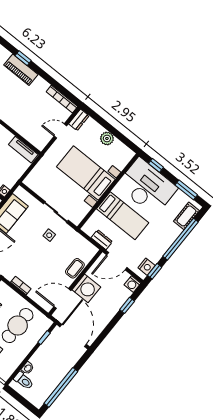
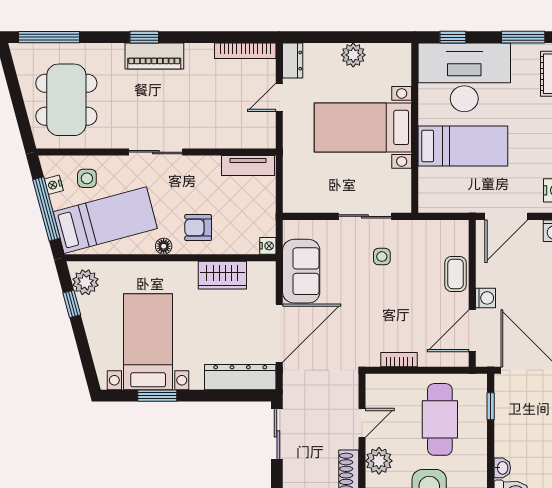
dresser: (102, 240) -> (461, 203), removed
washing machine: (86, 288) -> (486, 298), width x0.53, depth x0.53

